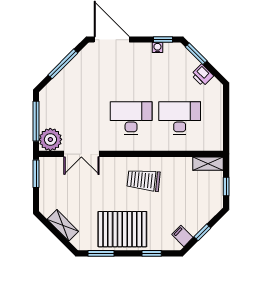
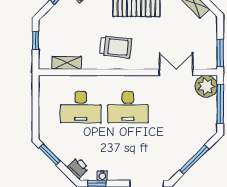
window: (196, 54) -> (50, 154), moved
printer: (202, 75) -> (78, 168), moved
shelving: (208, 164) -> (67, 63), moved

